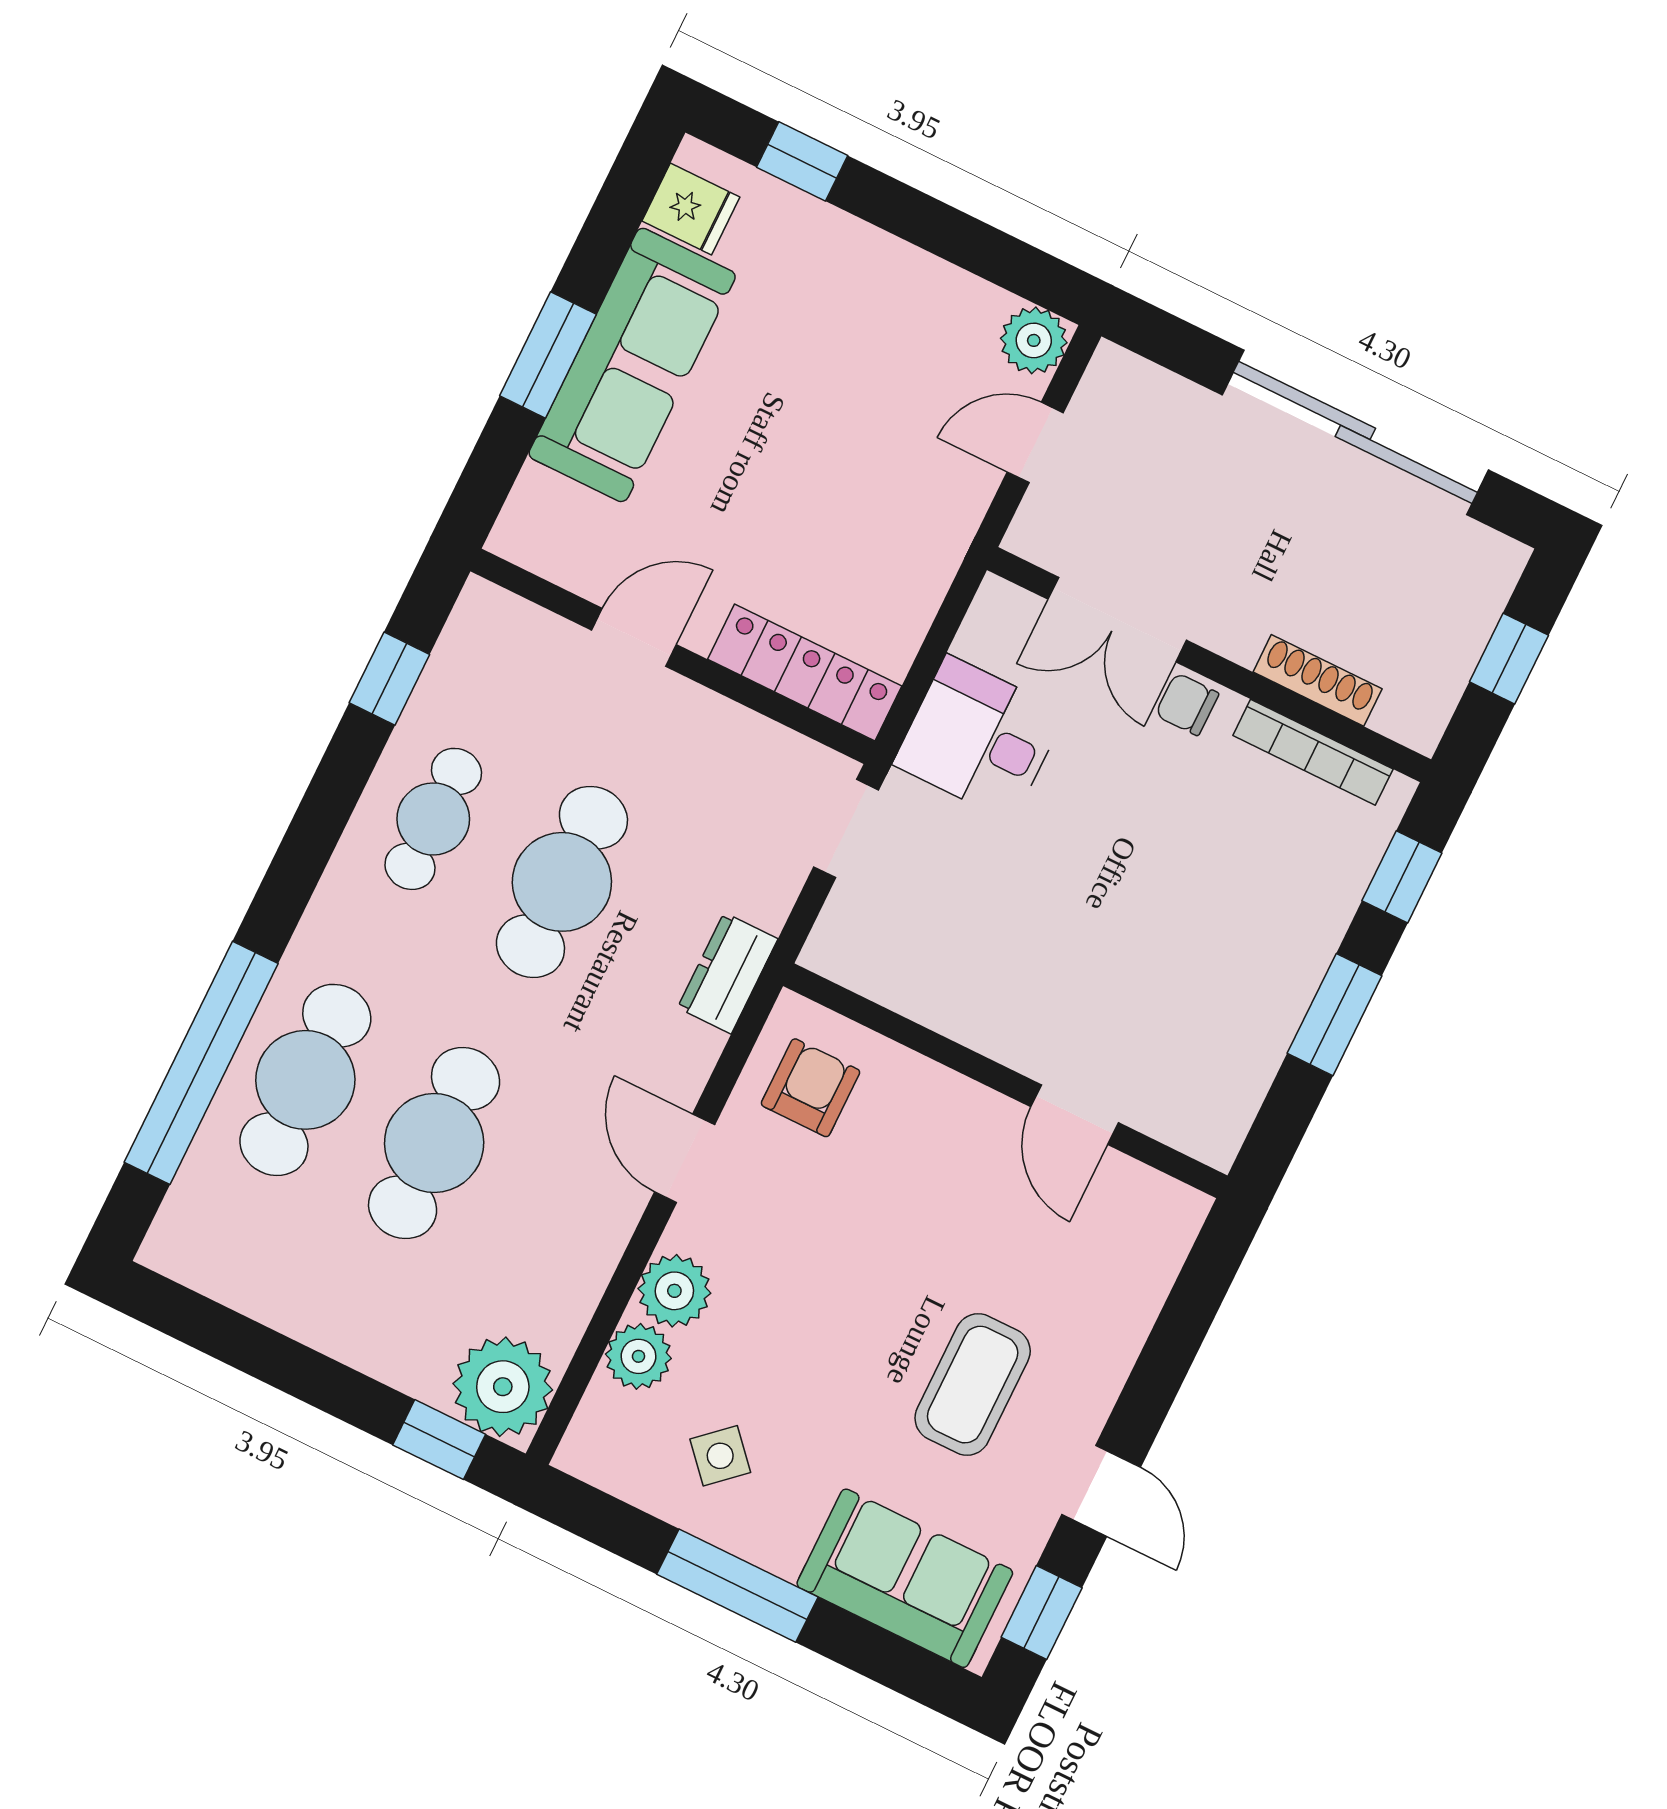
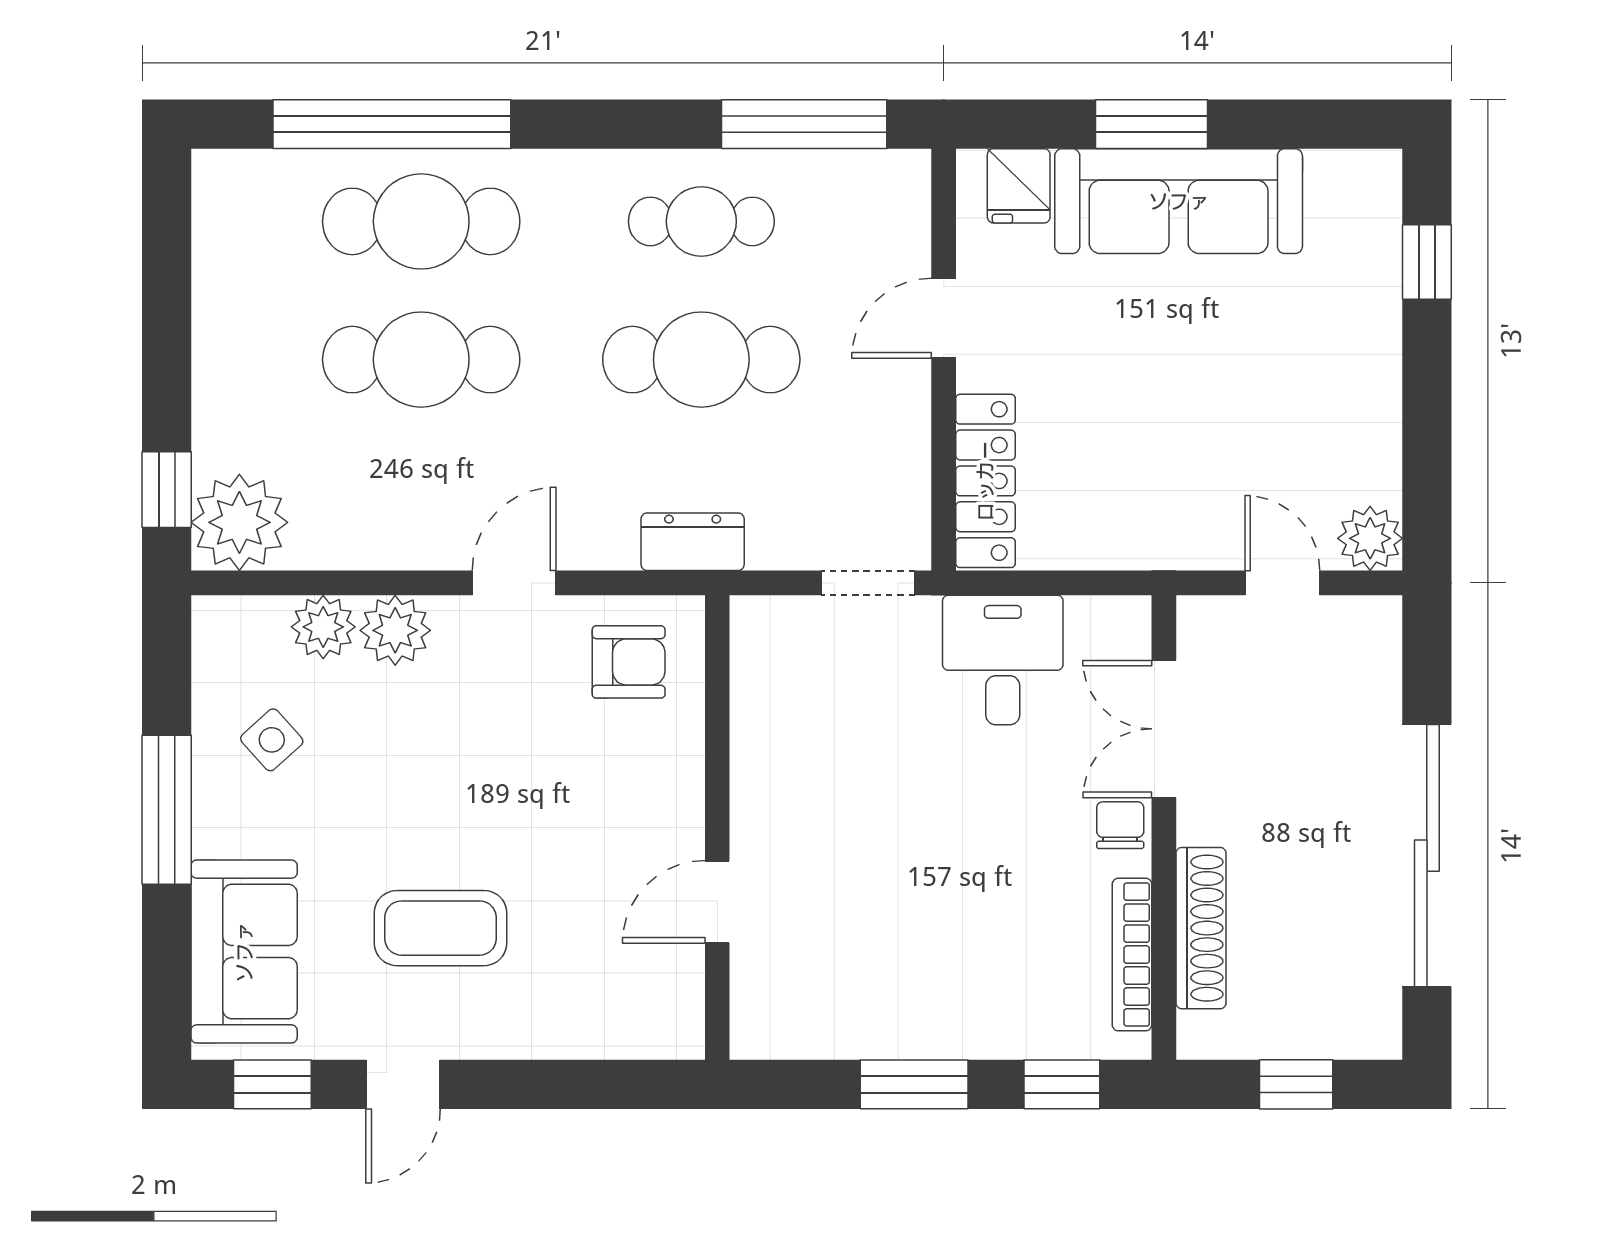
fridge: (691, 209) -> (1019, 186), moved
door: (634, 637) -> (944, 318), swing flipped
window: (389, 679) -> (804, 124), width x2.17
shoe rack: (1318, 680) -> (1201, 928), width x1.36, depth x1.24

